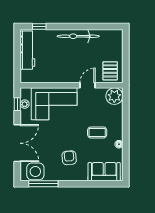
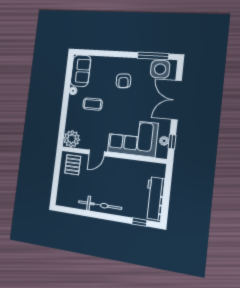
sofa: (104, 172) -> (81, 71), moved, turned -90

